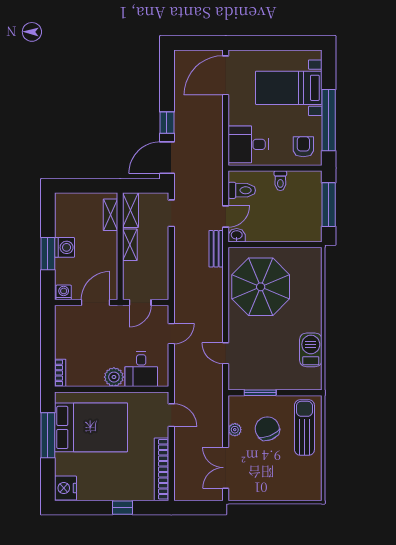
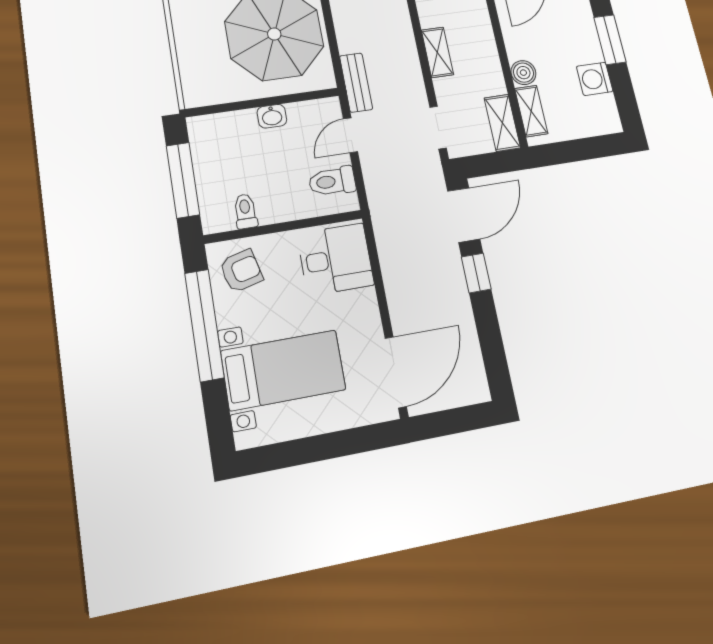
armchair: (303, 147) -> (241, 271), turned -104
toilet: (280, 181) -> (245, 211), moved
washbasin: (237, 235) -> (272, 116), moved
boiler: (110, 240) -> (523, 73), added
shelving: (130, 245) -> (437, 52), moved
washing machine: (65, 247) -> (595, 79), moved

